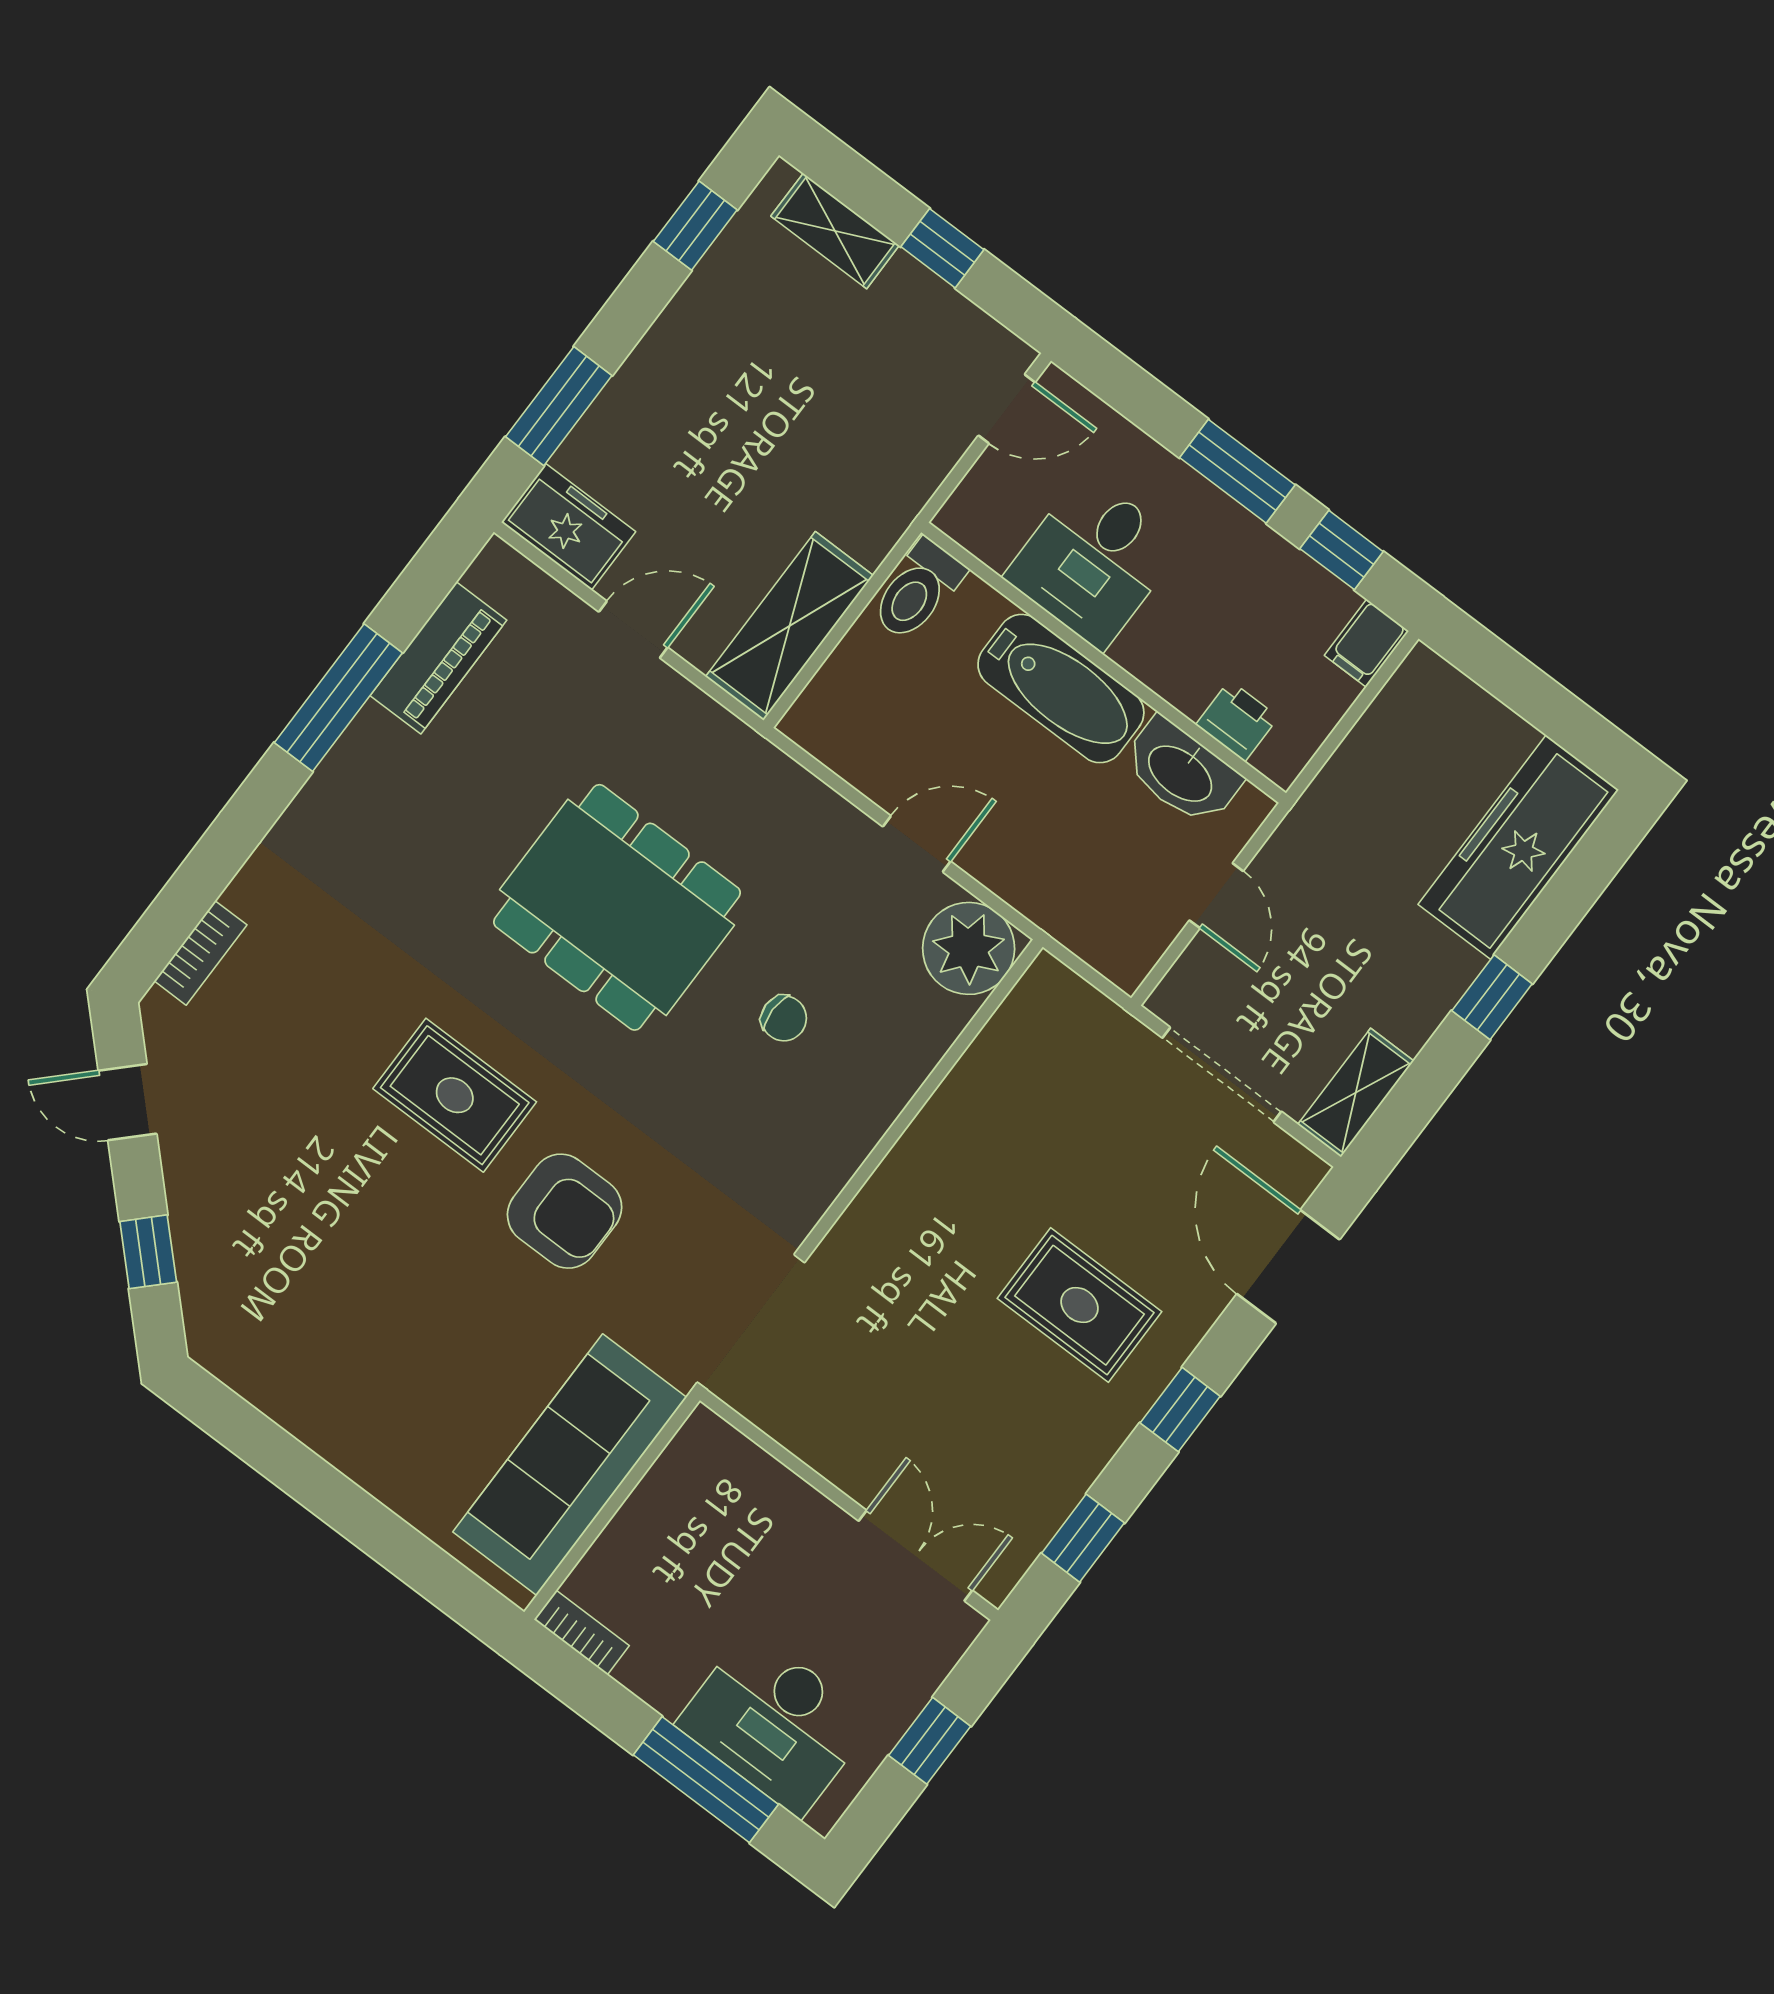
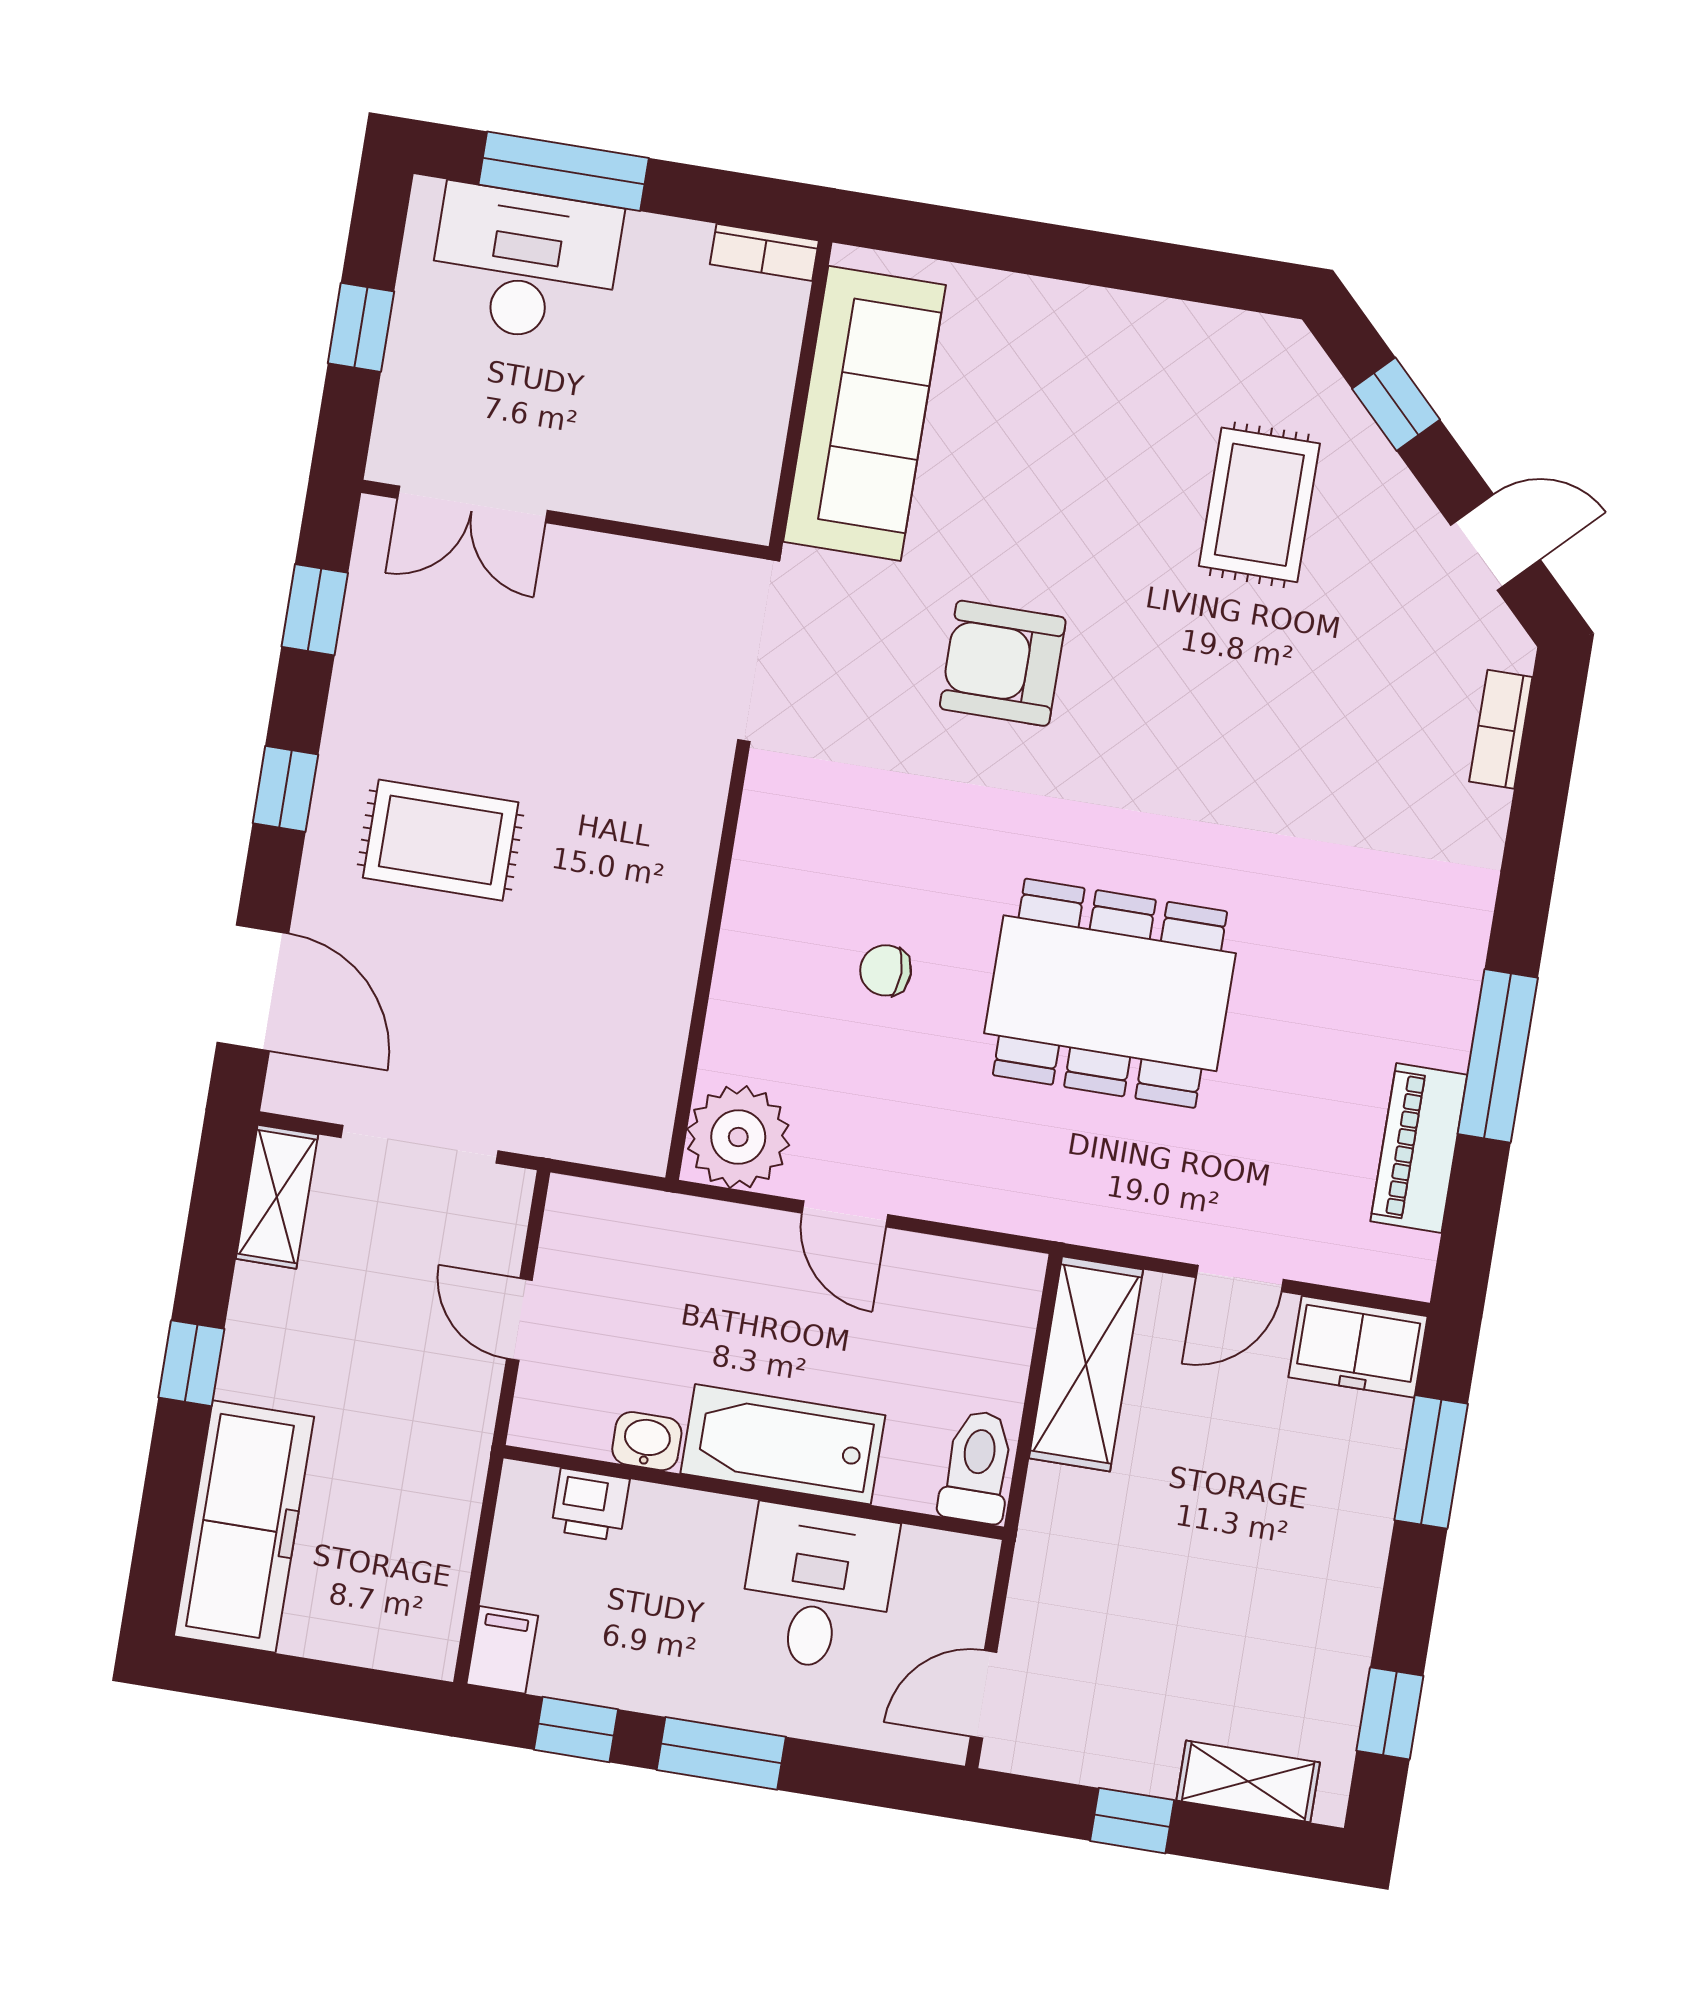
washbasin: (1181, 772) -> (647, 1441), width x0.52, depth x0.69
door: (917, 844) -> (845, 1214), hinge flipped
rug: (455, 1095) -> (1259, 505), moved, turned 90

